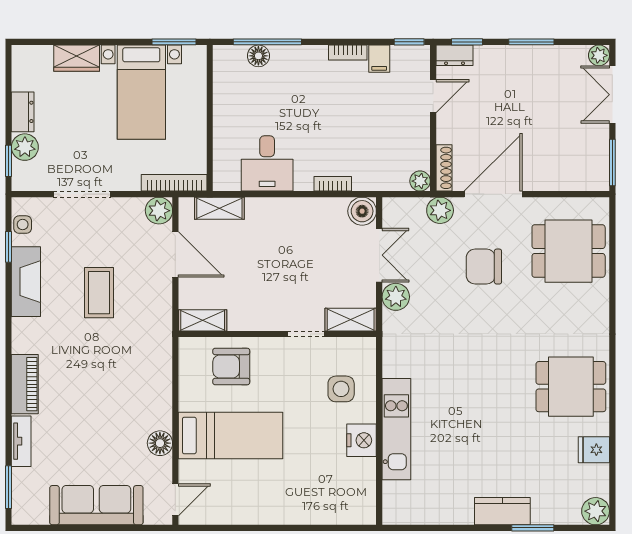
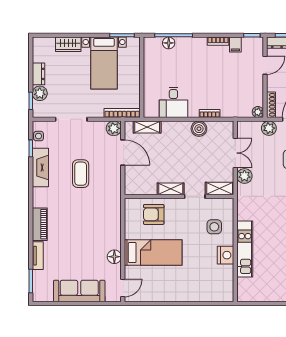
boiler: (362, 211) -> (199, 129), moved
shelving: (203, 320) -> (171, 189), moved

